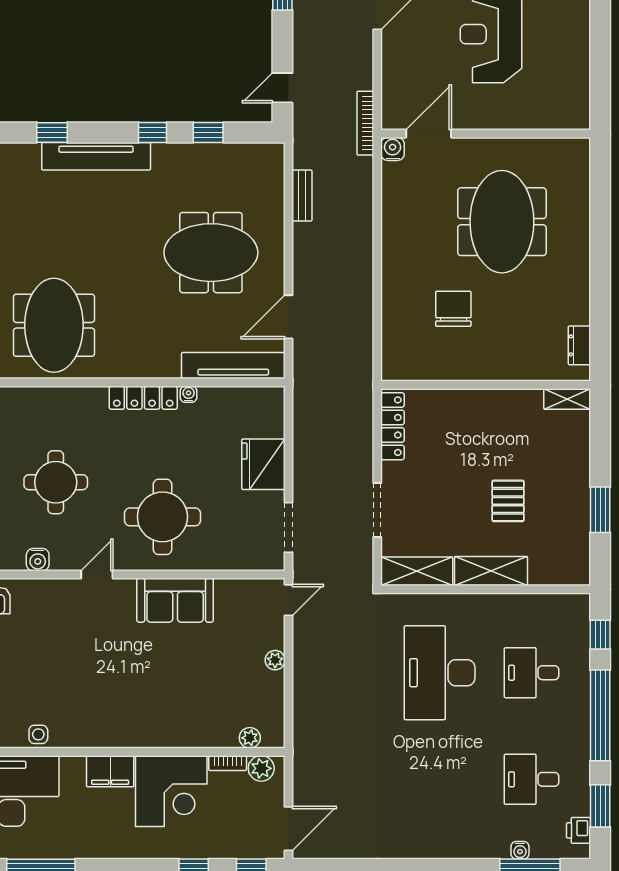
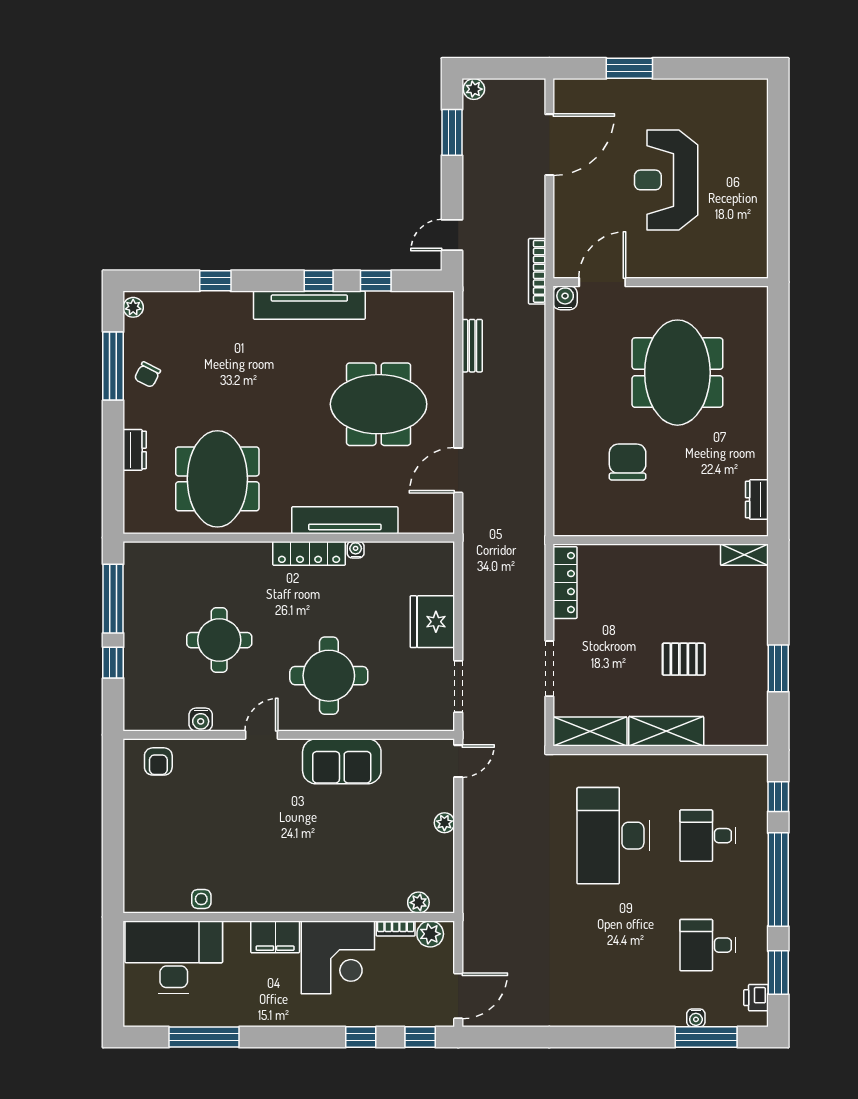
tv unit: (96, 156) -> (309, 305), moved
tv unit: (233, 366) -> (345, 520), moved
pallet: (508, 501) -> (684, 659), turned 90

